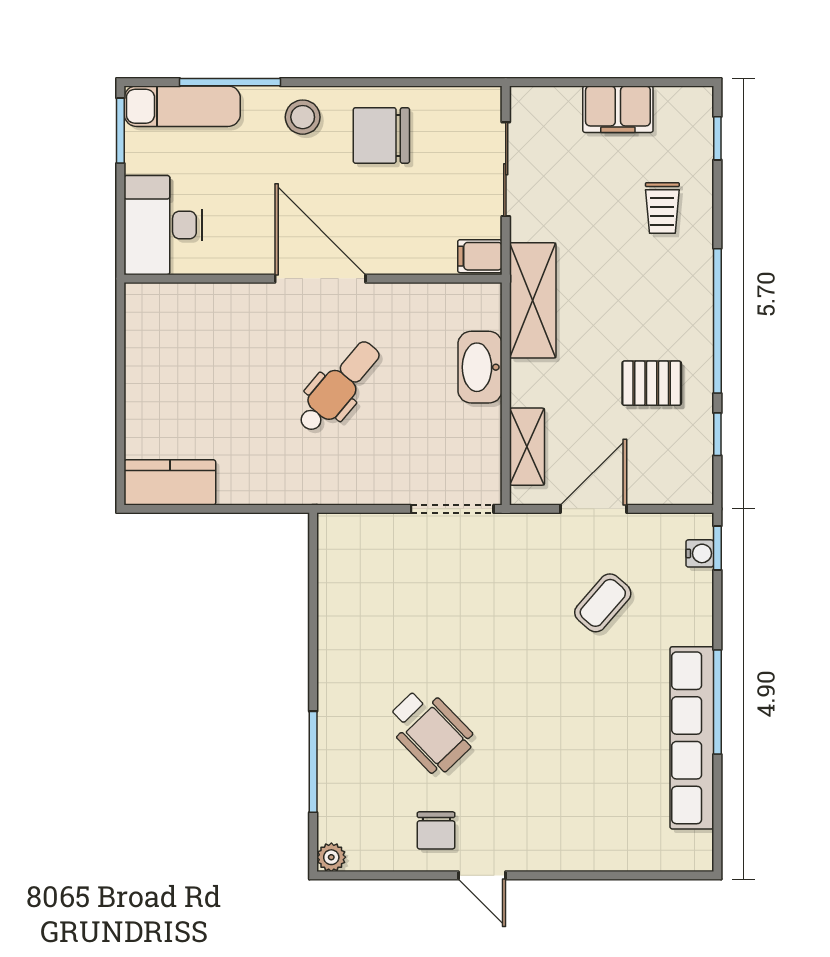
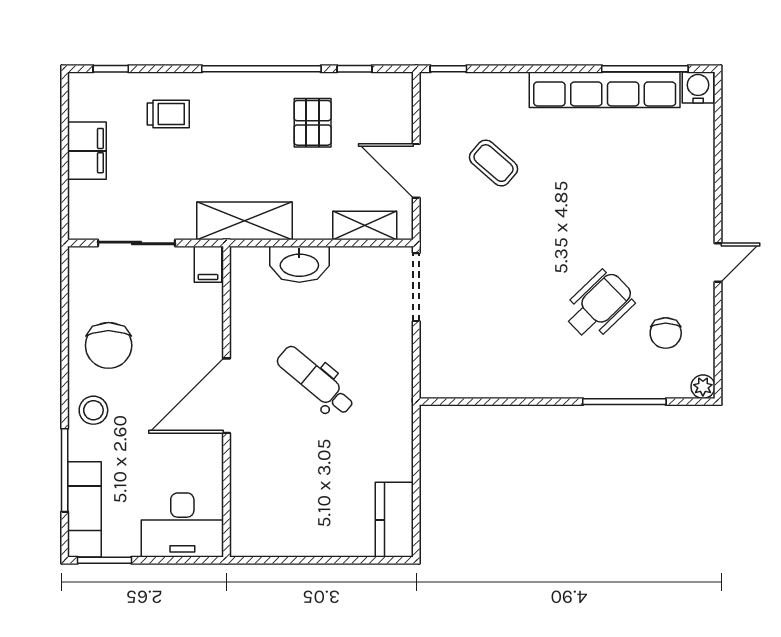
water cooler: (700, 553) -> (698, 87), moved, width x1.38, depth x1.38
window: (717, 702) -> (645, 69), moved
chair: (436, 830) -> (666, 333), moved, turned 90

